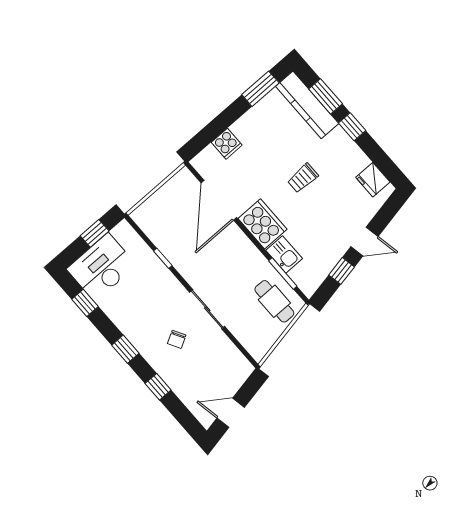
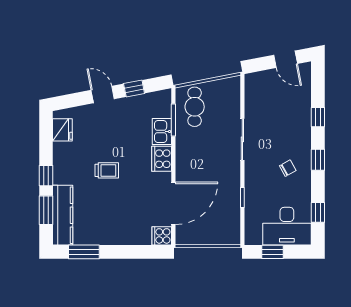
cooker: (227, 144) -> (162, 236), moved, turned -90
cooker: (262, 224) -> (162, 159), width x0.73, depth x0.76
chair: (177, 339) -> (288, 168), moved

